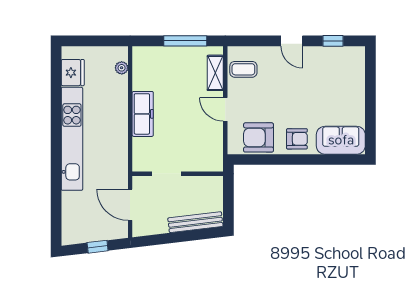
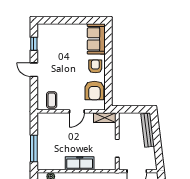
window: (185, 41) -> (34, 148), moved
door: (292, 41) -> (34, 70), swing flipped
shelving: (215, 73) -> (105, 118), moved

